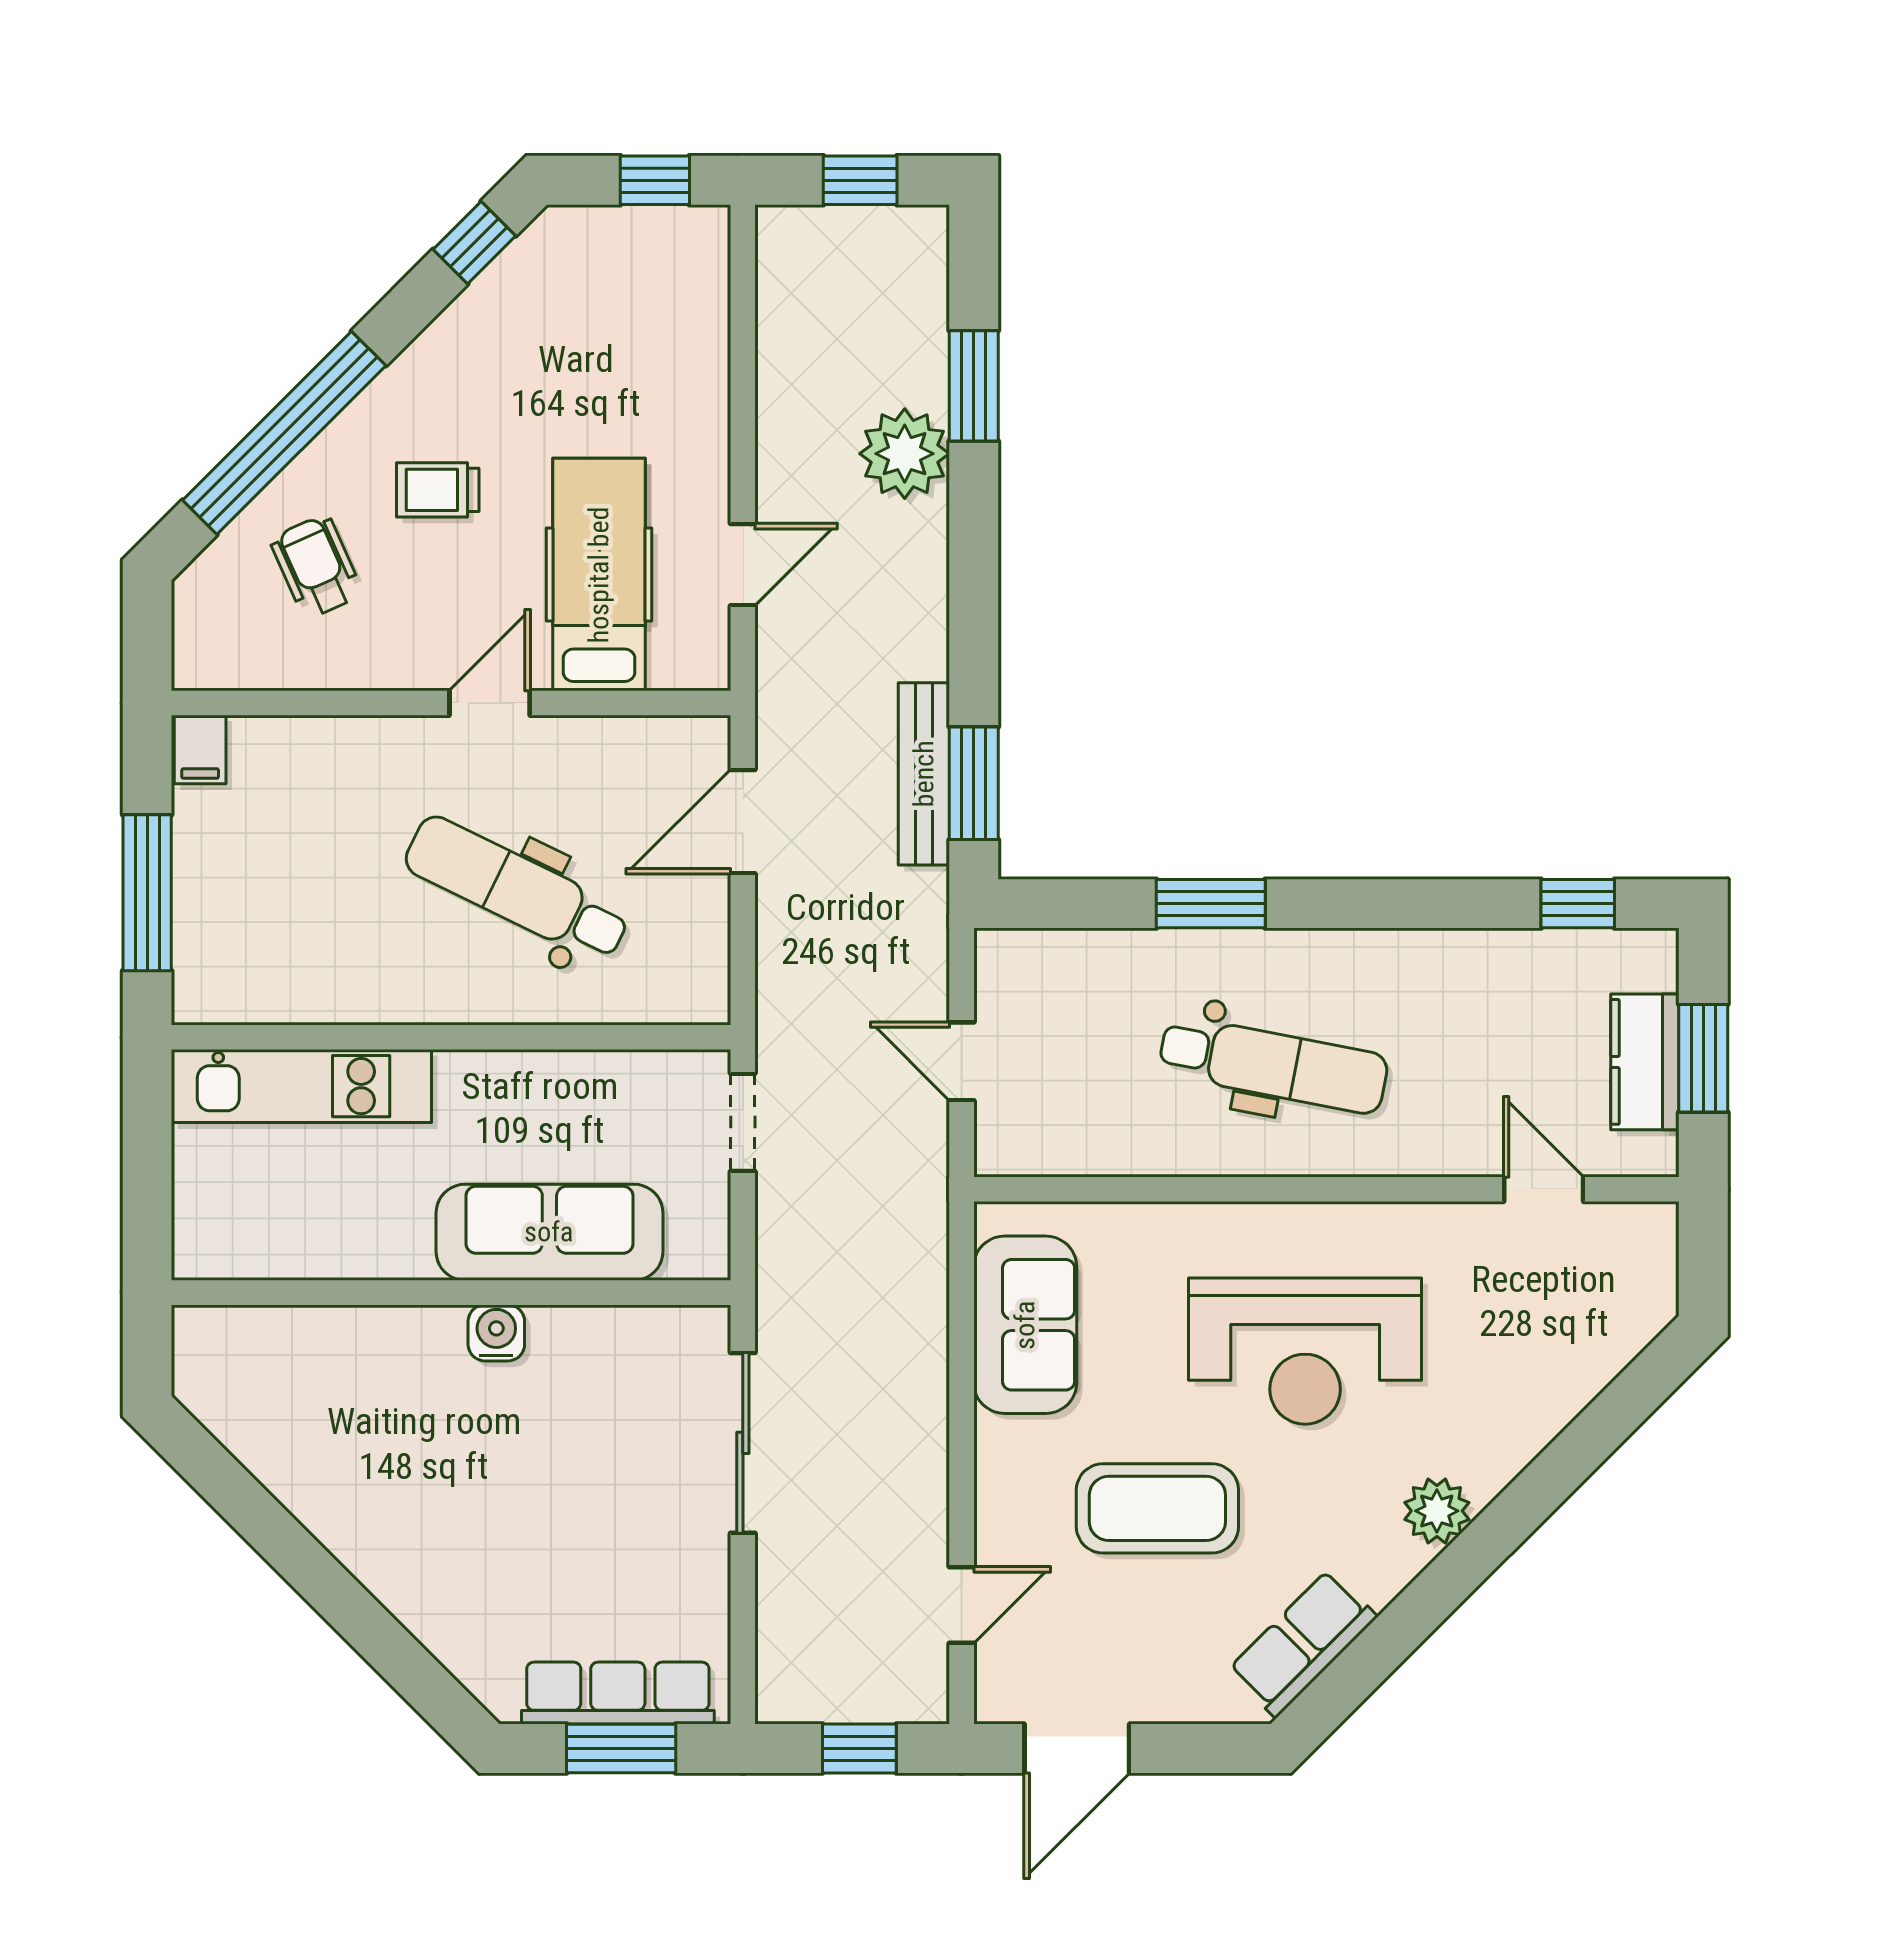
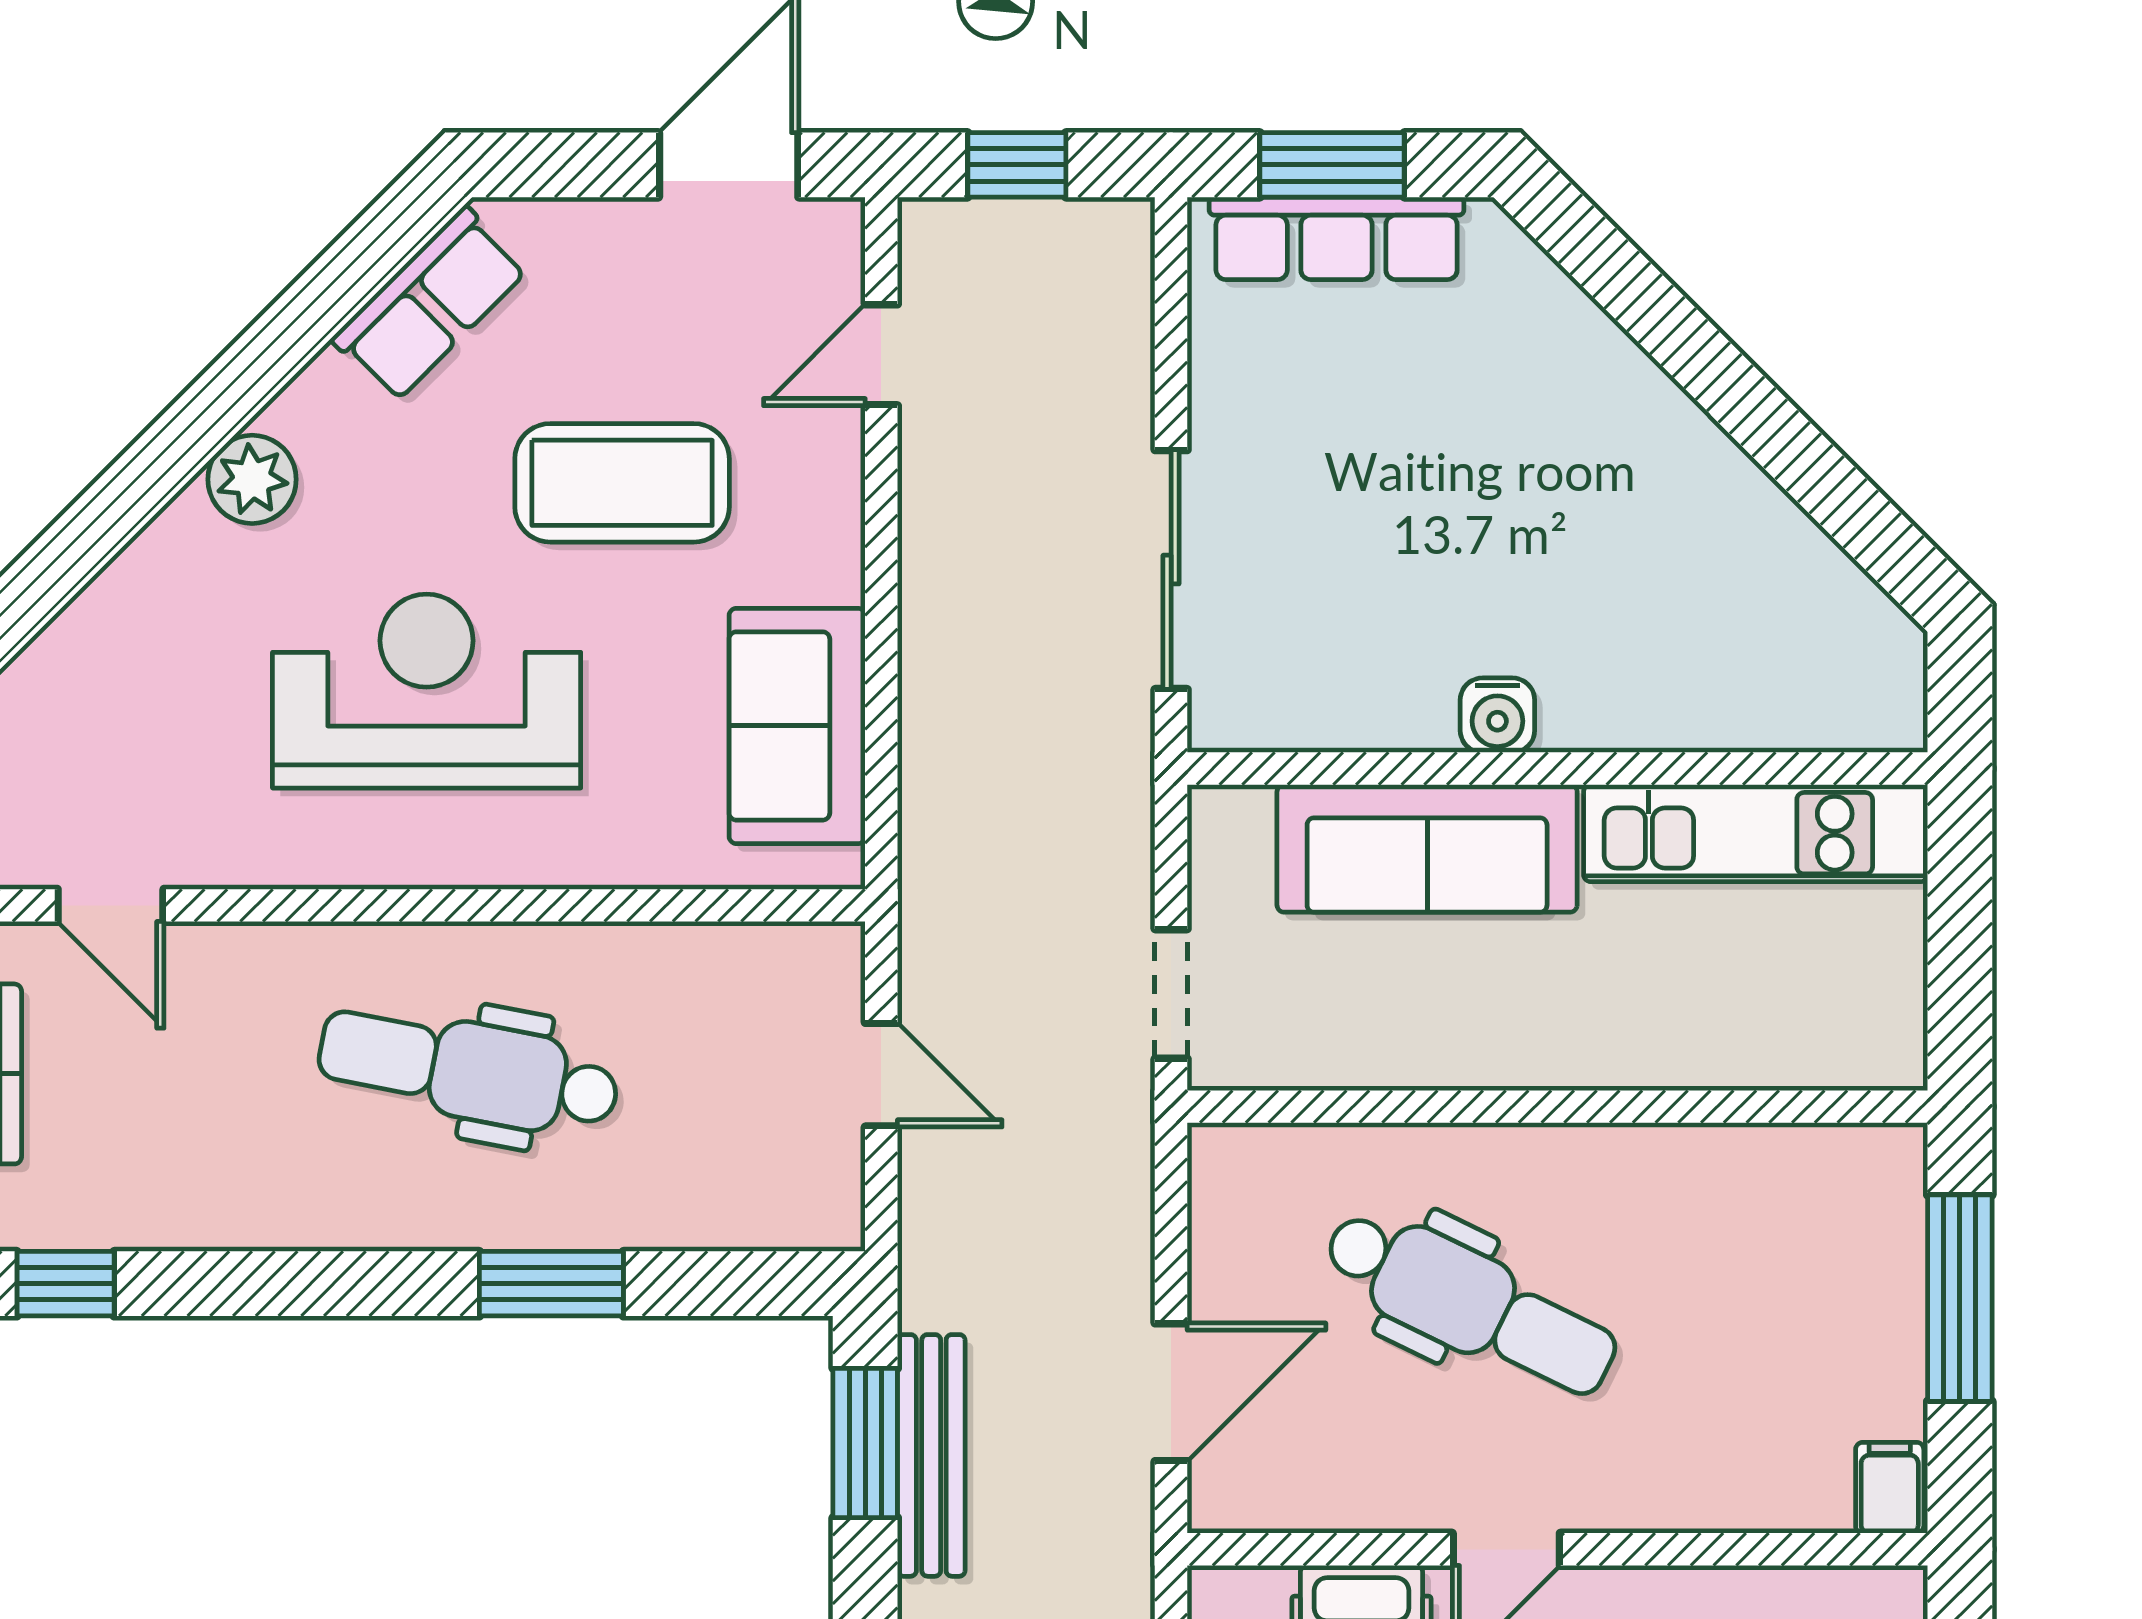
kitchen unit: (301, 1086) -> (1756, 833), moved, turned 180

